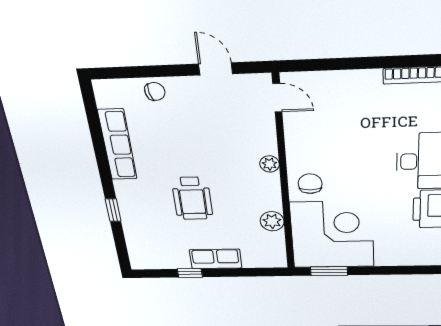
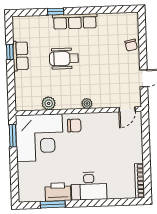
row of seats: (117, 145) -> (75, 21), moved
row of seats: (216, 259) -> (21, 56), moved

